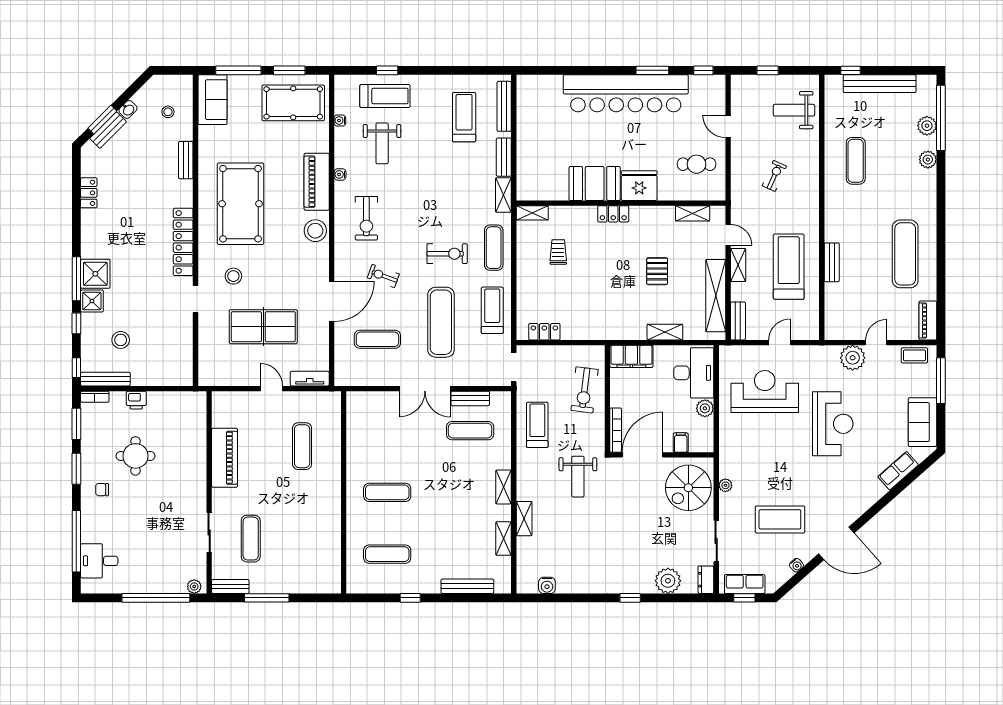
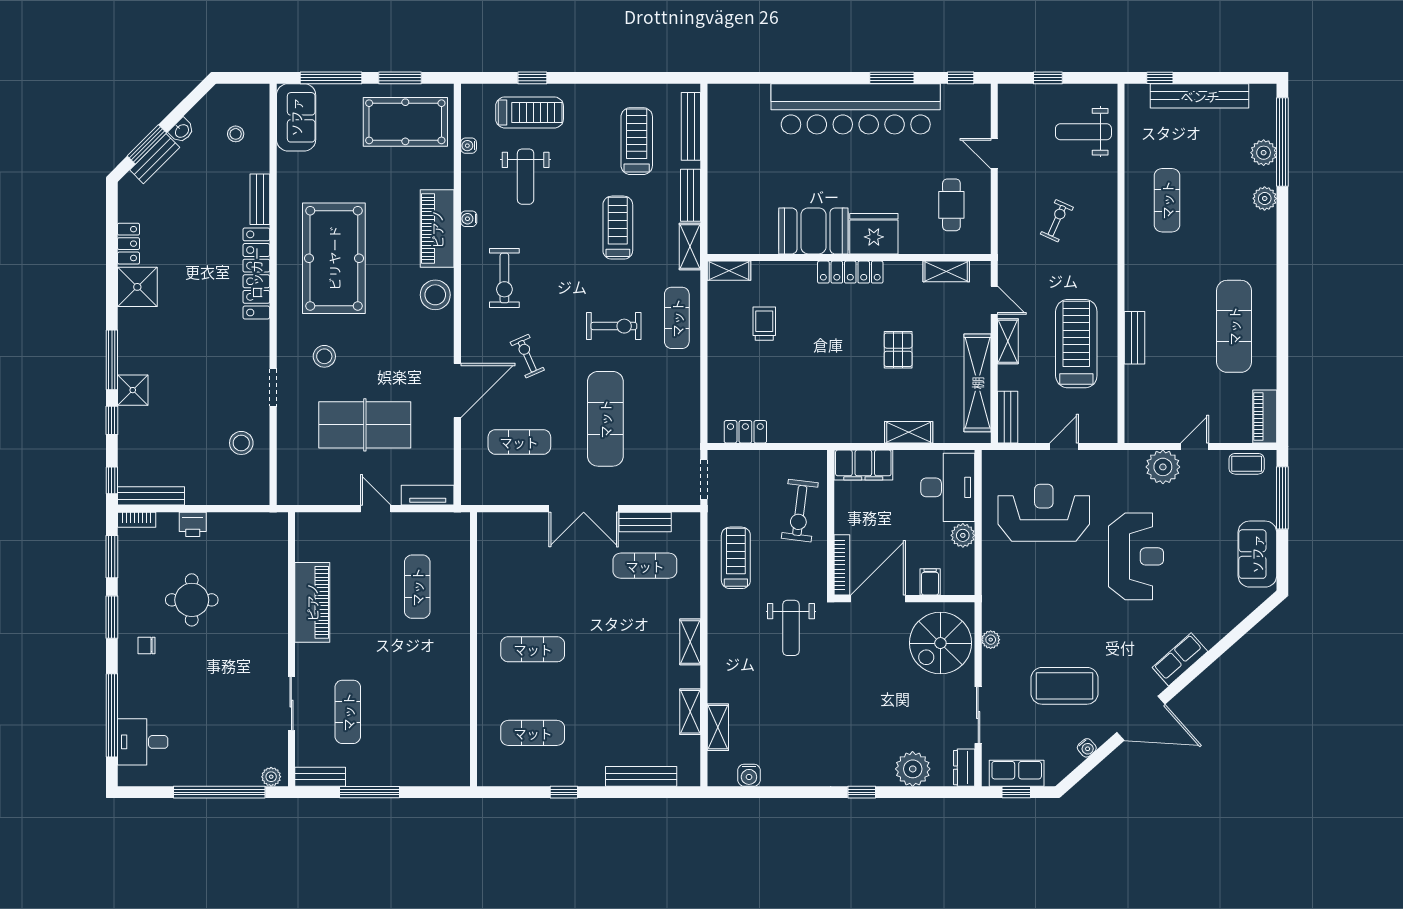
cafe table: (697, 164) -> (951, 205), turned 90
locker: (613, 214) -> (850, 272), width x1.53
locker: (183, 242) -> (256, 273), moved
shower: (95, 274) -> (137, 287), moved
exercise bike: (383, 276) -> (527, 356), turned 46
treadmill: (492, 310) -> (618, 228), moved
stool: (121, 340) -> (241, 443), moved
row of seats: (898, 471) -> (1180, 659), moved
shelving: (524, 519) -> (718, 727), moved

